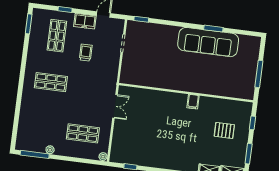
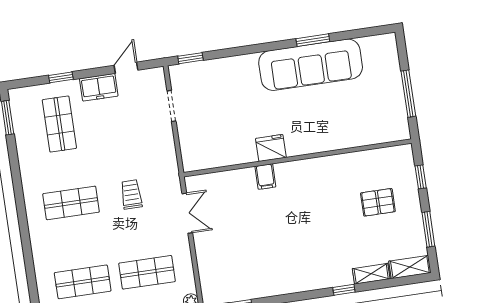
trolley: (86, 53) -> (131, 194), moved
fridge: (172, 83) -> (271, 148), added
filing cabinet: (193, 102) -> (265, 177), moved
shop shelf: (45, 129) -> (83, 282), added

